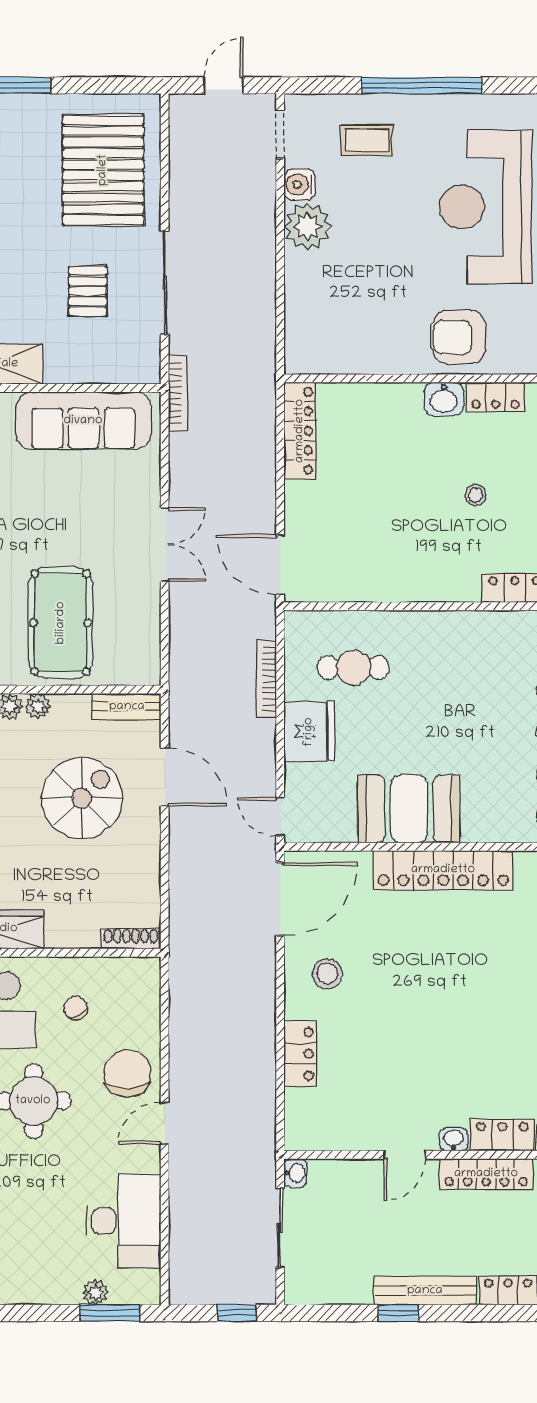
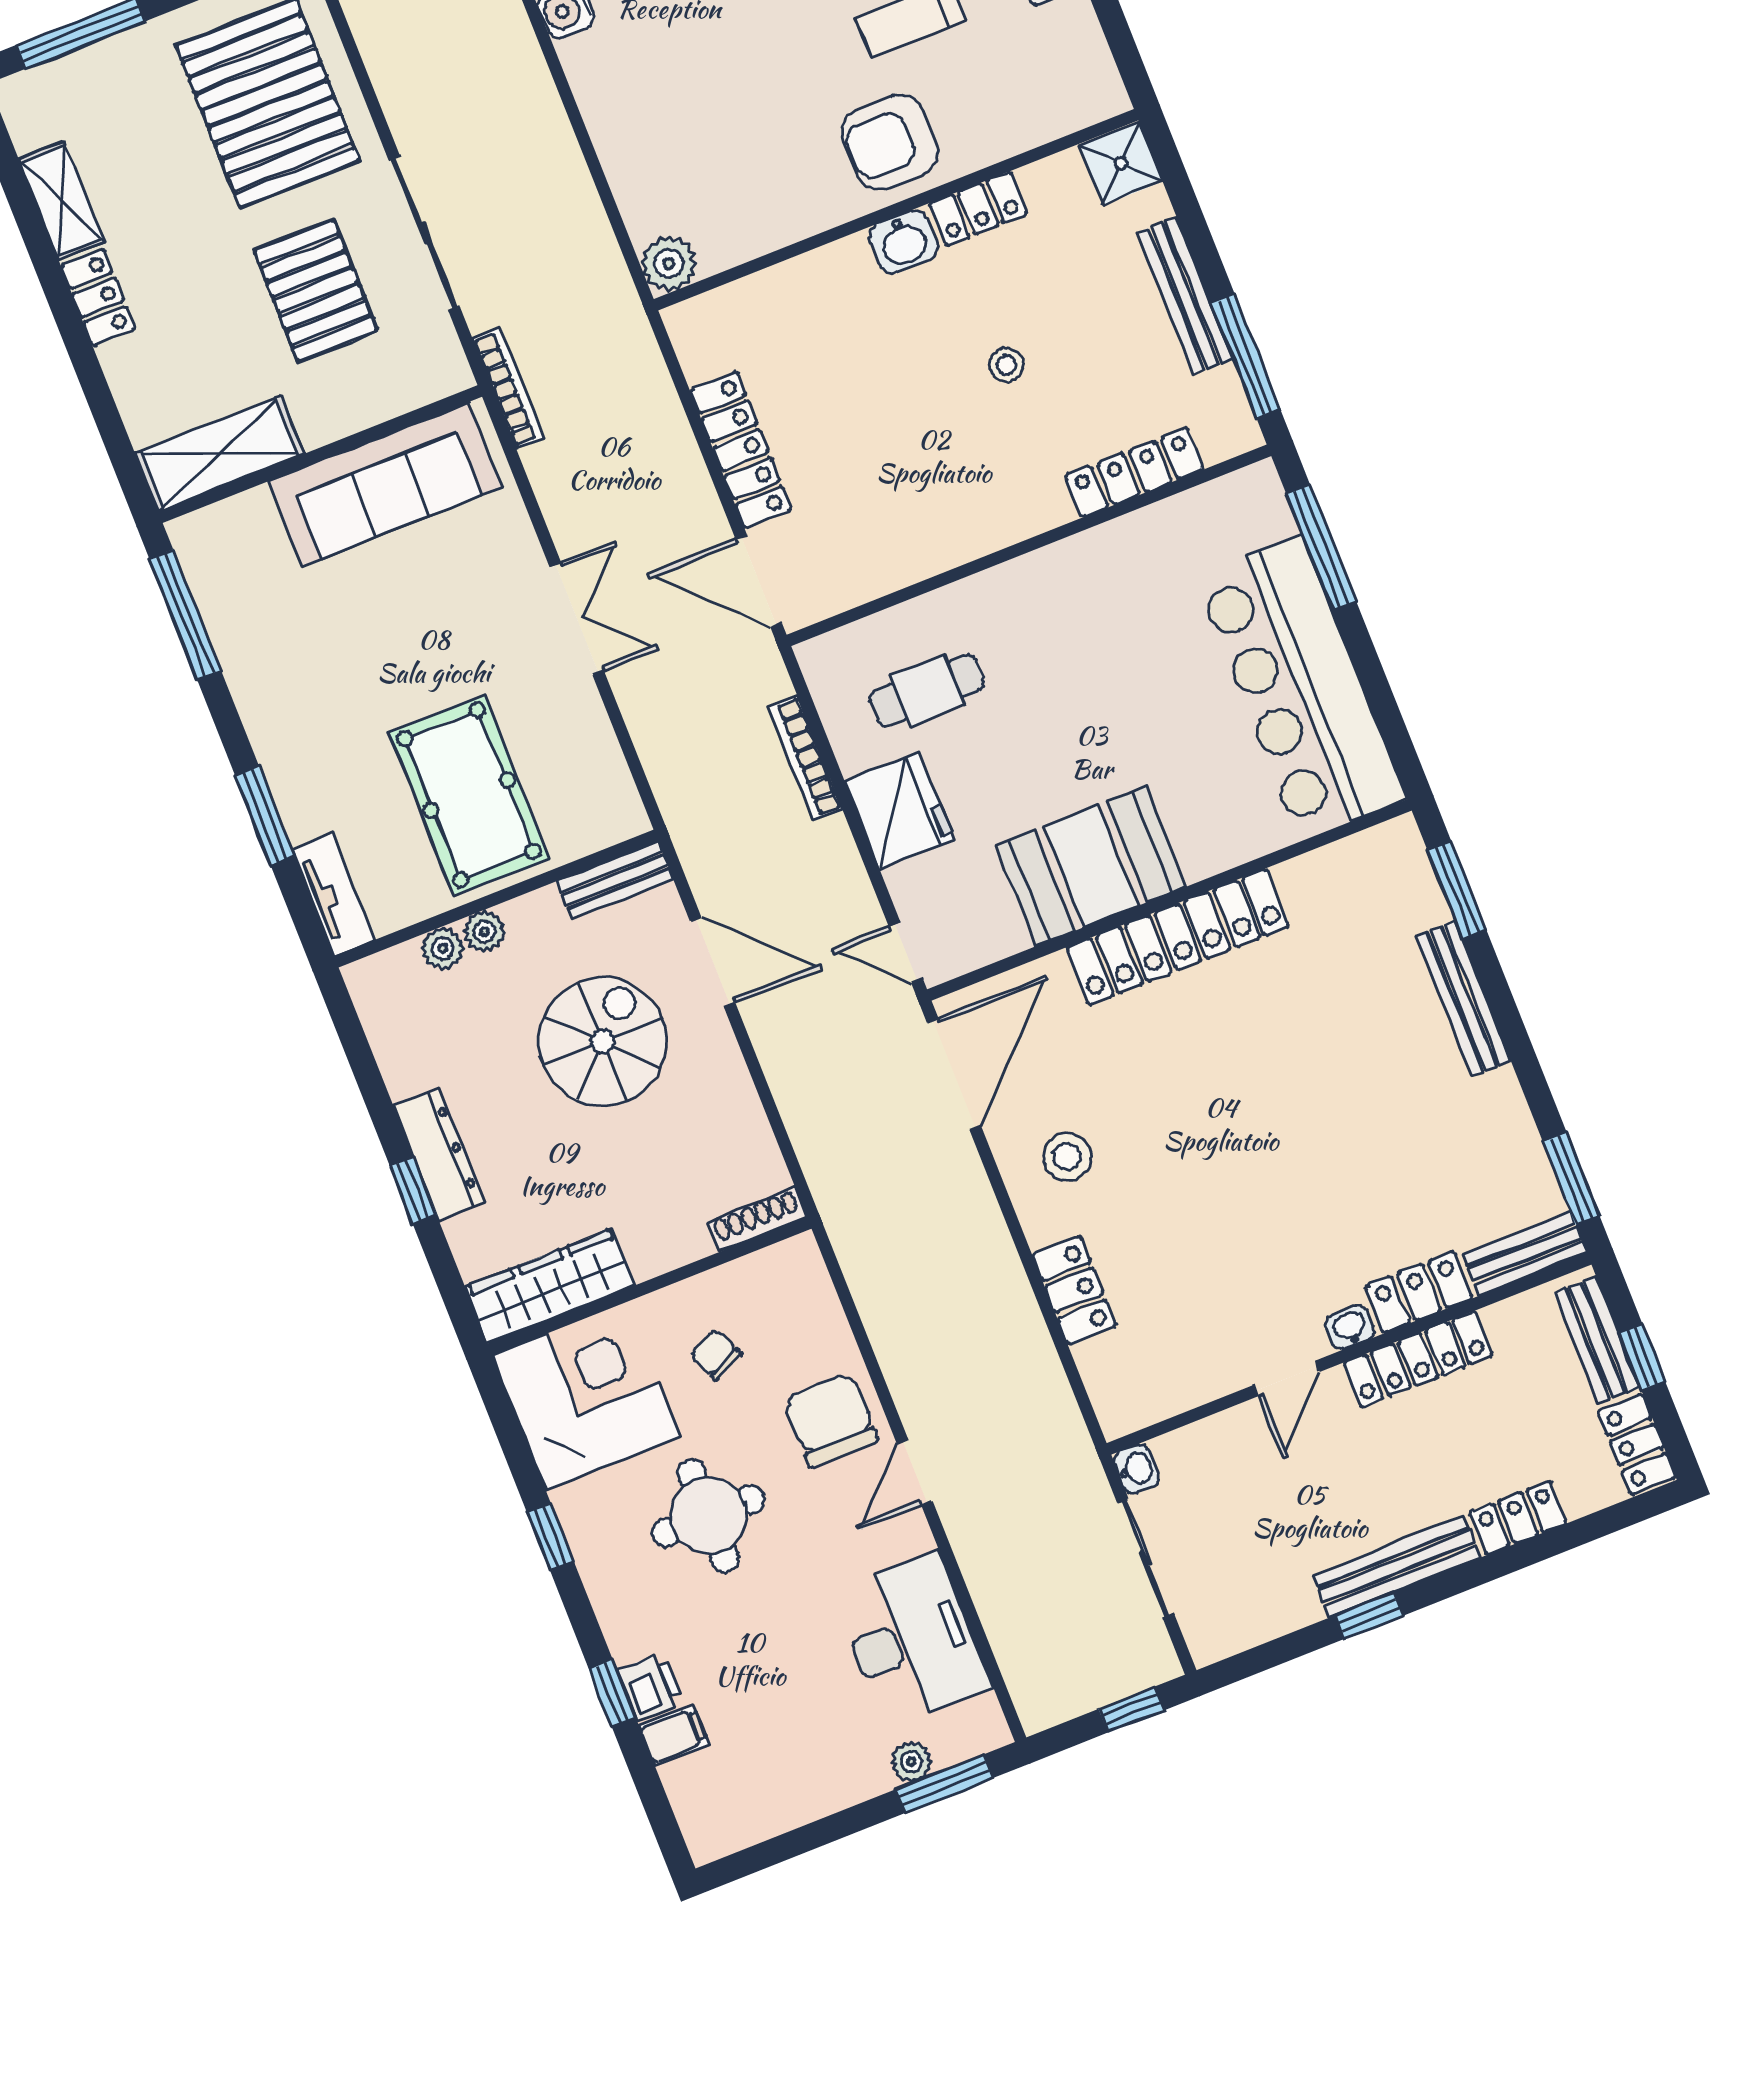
plant: (308, 226) -> (669, 264), moved, width x0.73, depth x0.73
pallet: (88, 291) -> (316, 291), width x1.50, depth x1.42
locker: (300, 431) -> (741, 450), moved

